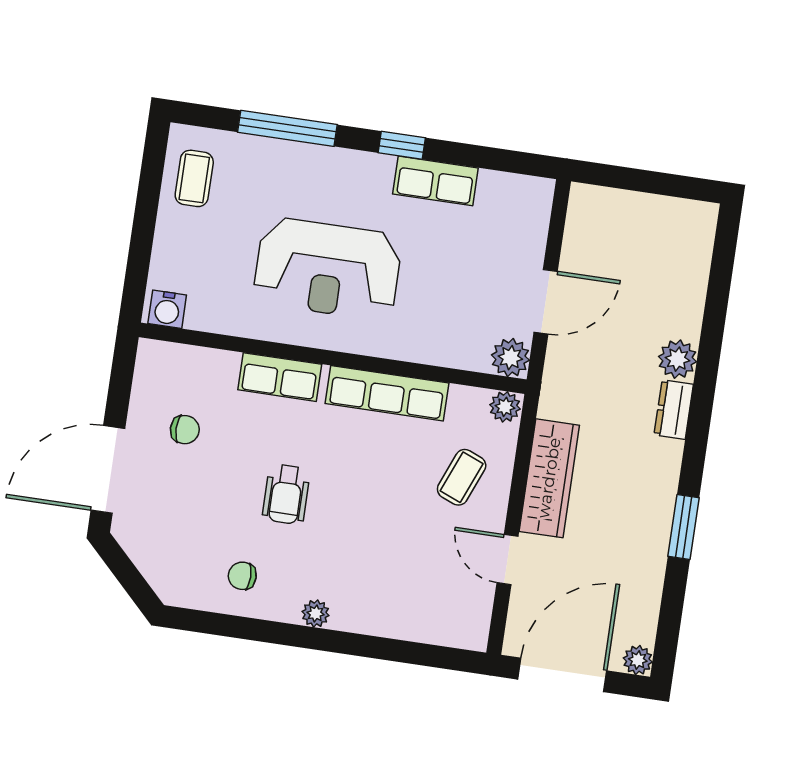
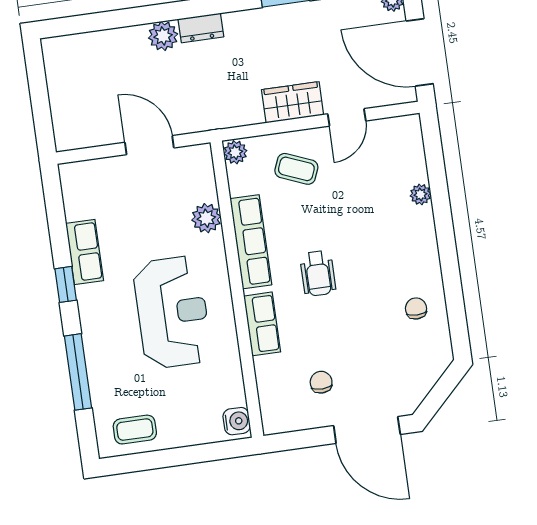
plant: (510, 358) -> (206, 218), moved
wardrobe: (549, 478) -> (293, 102), width x0.67
wheelchair: (286, 494) -> (318, 273), moved, turned 90
chair: (242, 576) -> (416, 308), turned 180
plant: (316, 614) -> (420, 194), moved

